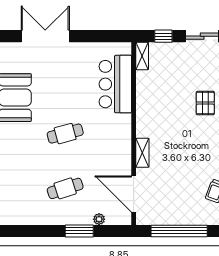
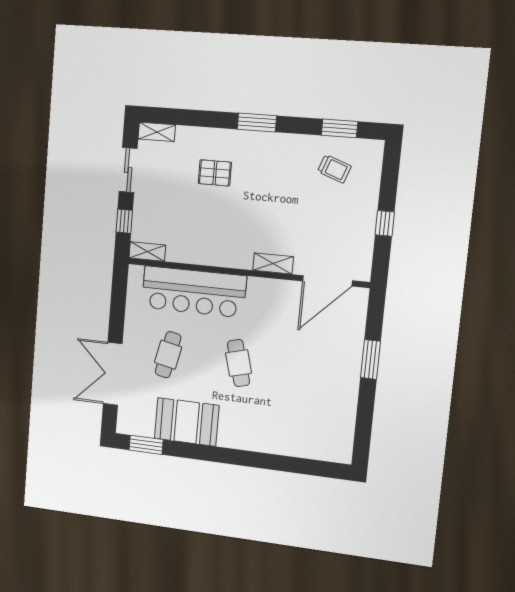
bar counter: (115, 84) -> (194, 292), width x1.36
cafe table: (65, 188) -> (168, 355), moved, turned 30
plant: (99, 219) -> (357, 331), removed
window: (179, 231) -> (385, 223), width x0.32

